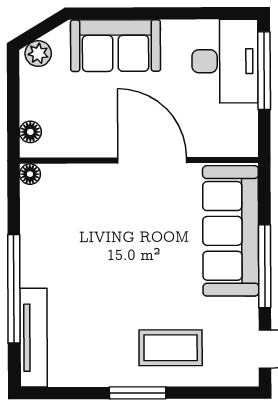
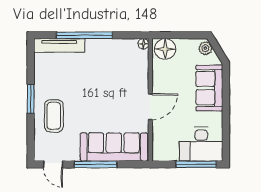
floor lamp: (30, 132) -> (165, 49), width x1.89, depth x1.89
door: (152, 160) -> (150, 107), width x0.73

